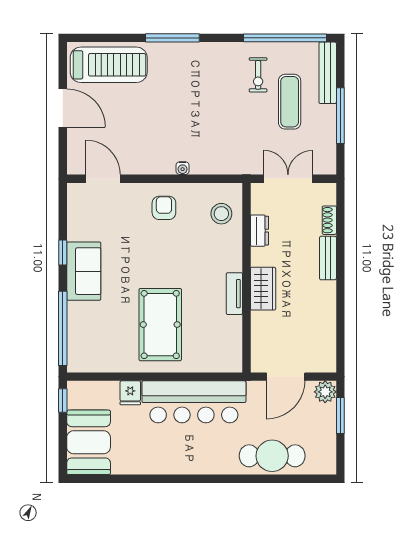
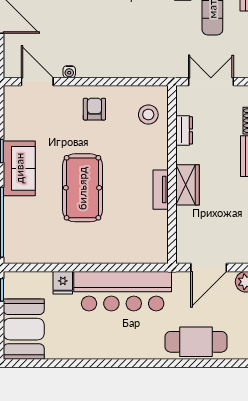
water cooler: (183, 168) -> (69, 72), moved
pool table: (160, 325) -> (82, 188), moved

